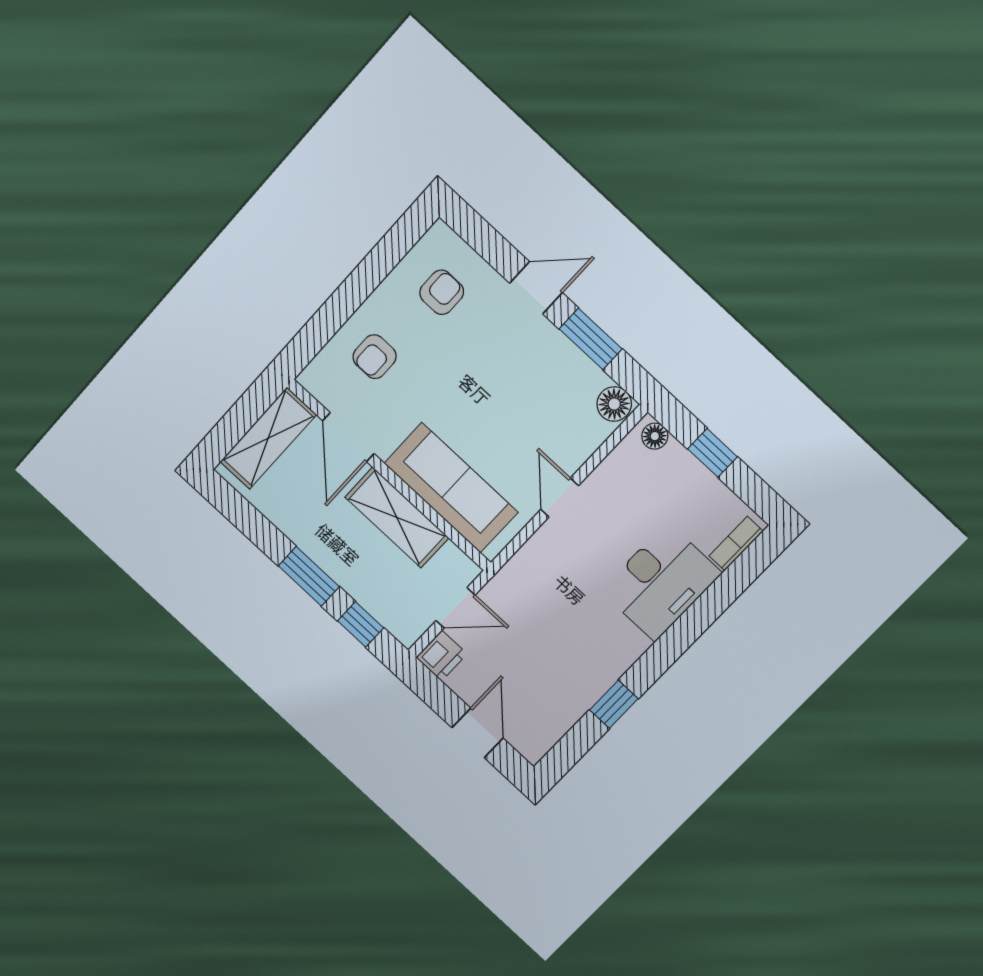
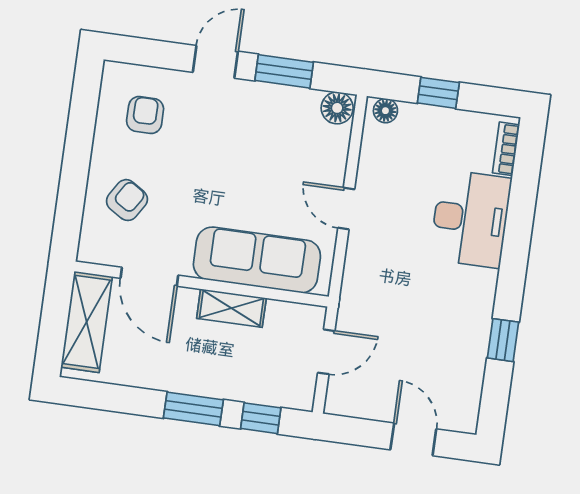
armchair: (375, 357) -> (127, 200), turned -148
shelving: (397, 518) -> (231, 308), width x0.67, depth x0.75
printer: (442, 656) -> (342, 398), removed

